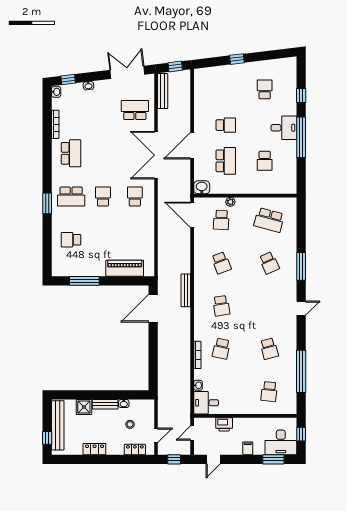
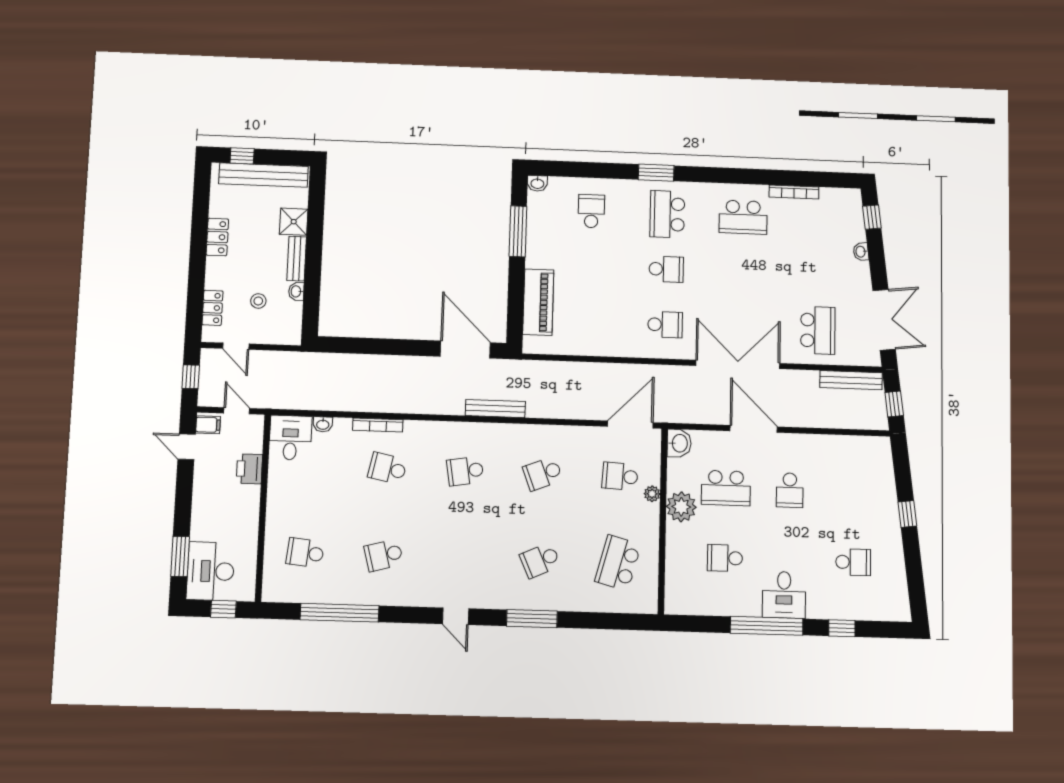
washbasin: (56, 92) -> (537, 183), moved
plant: (237, 186) -> (681, 507), added
filing cabinet: (248, 448) -> (208, 425), moved

